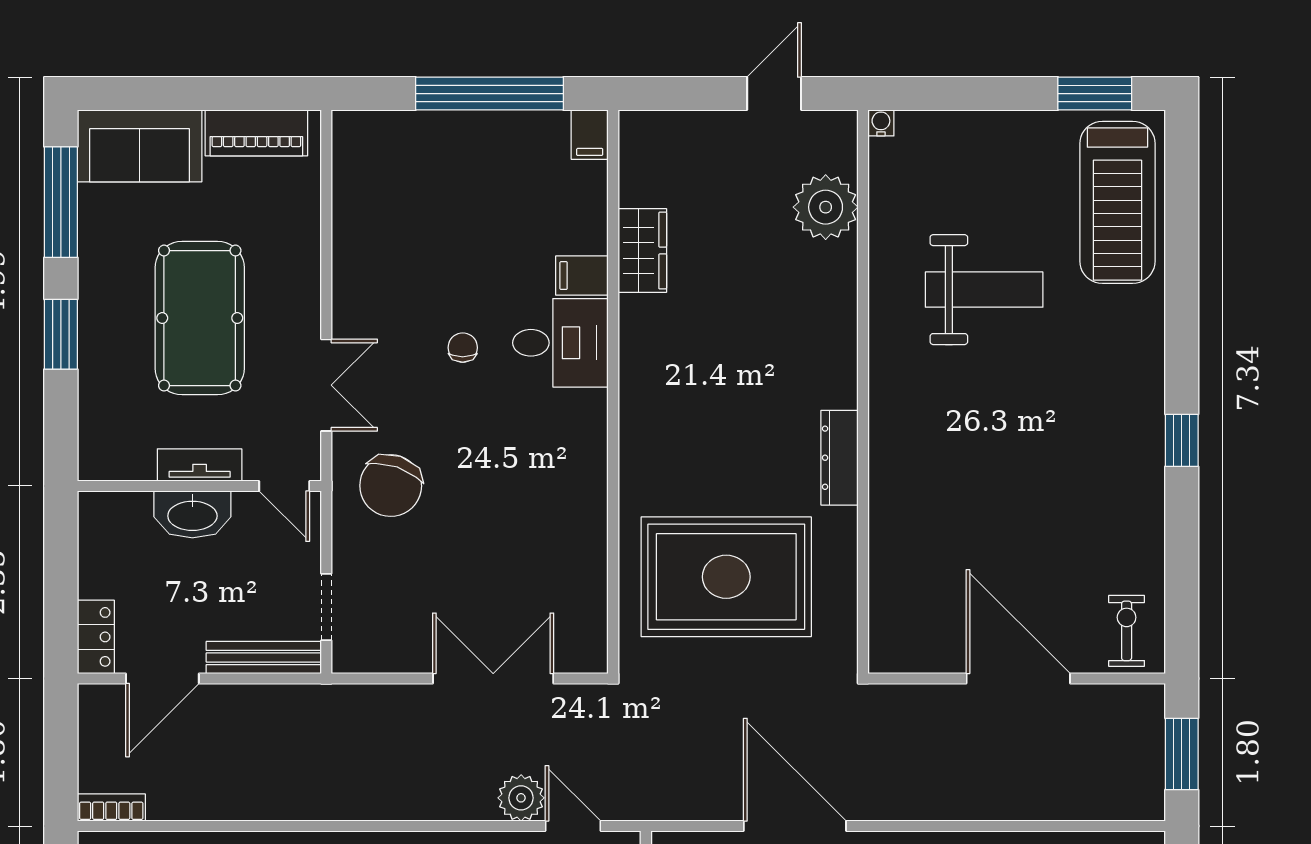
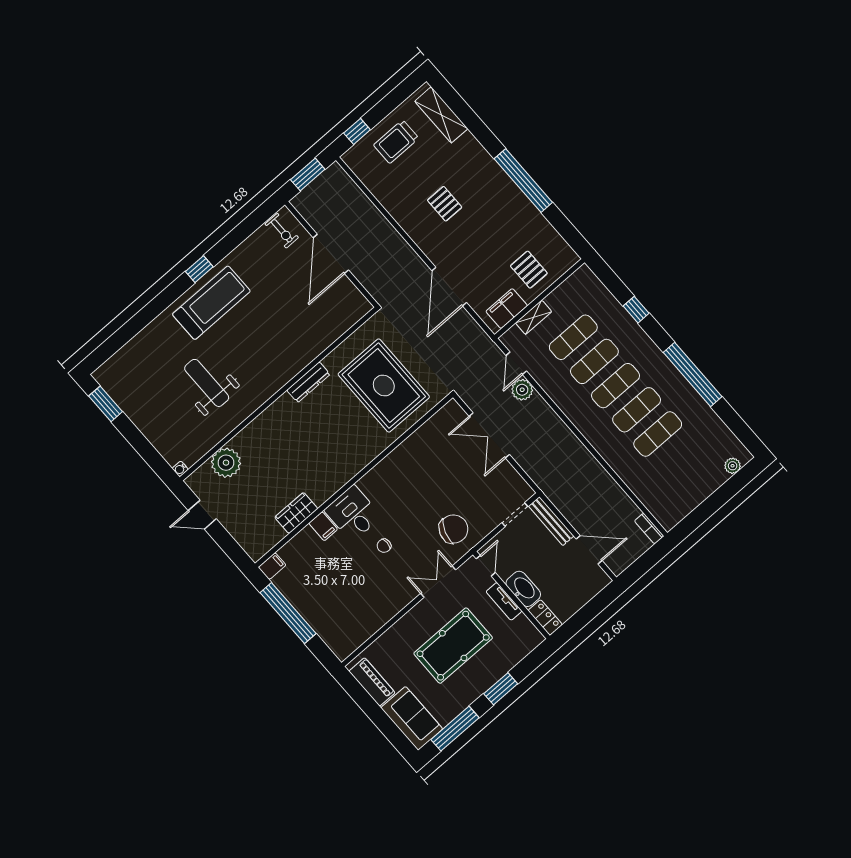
treadmill: (1117, 202) -> (211, 303), moved
exercise bike: (1127, 631) -> (282, 231), turned -90
locker: (96, 637) -> (545, 618), moved, turned 90

